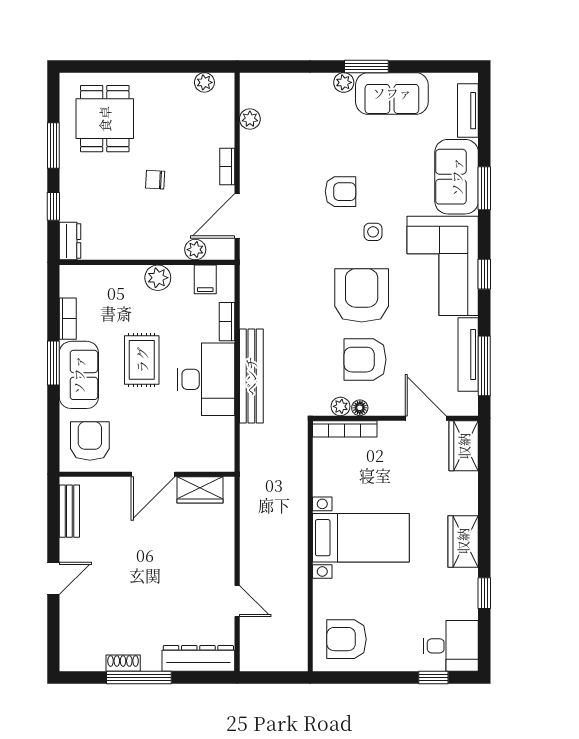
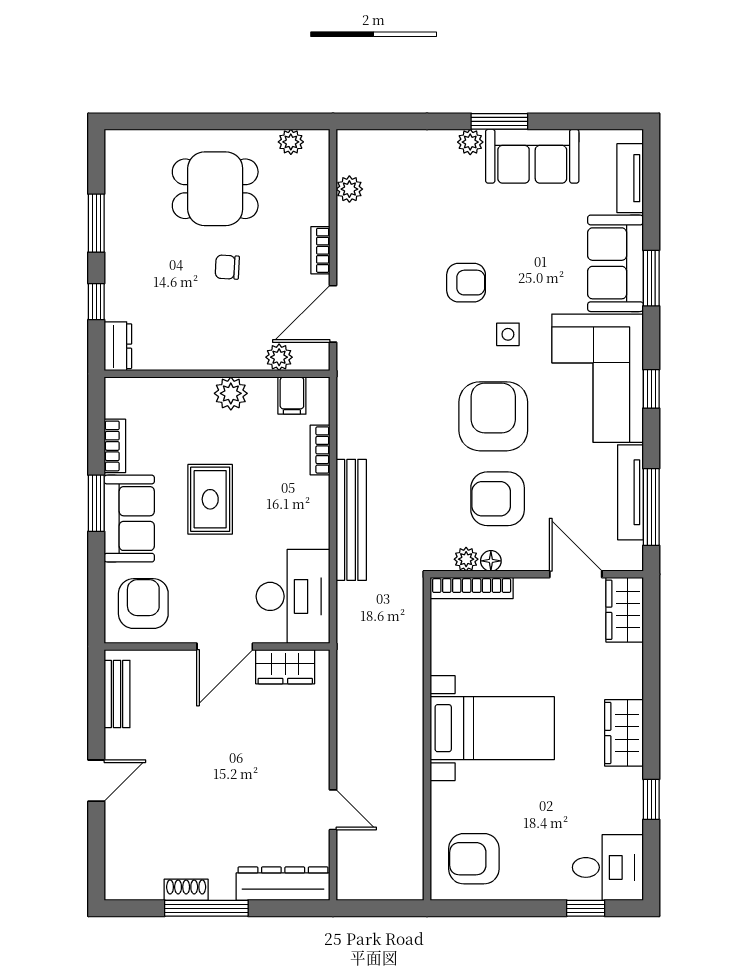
dining table: (105, 119) -> (215, 189), moved, turned 90
desk: (206, 379) -> (293, 596), moved

